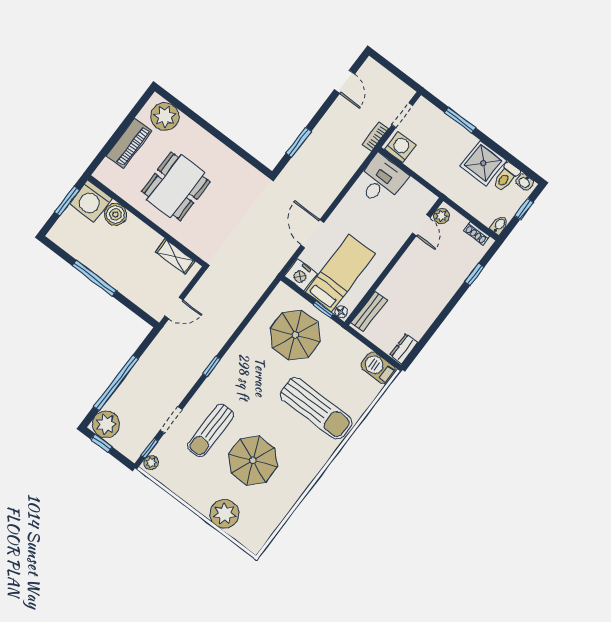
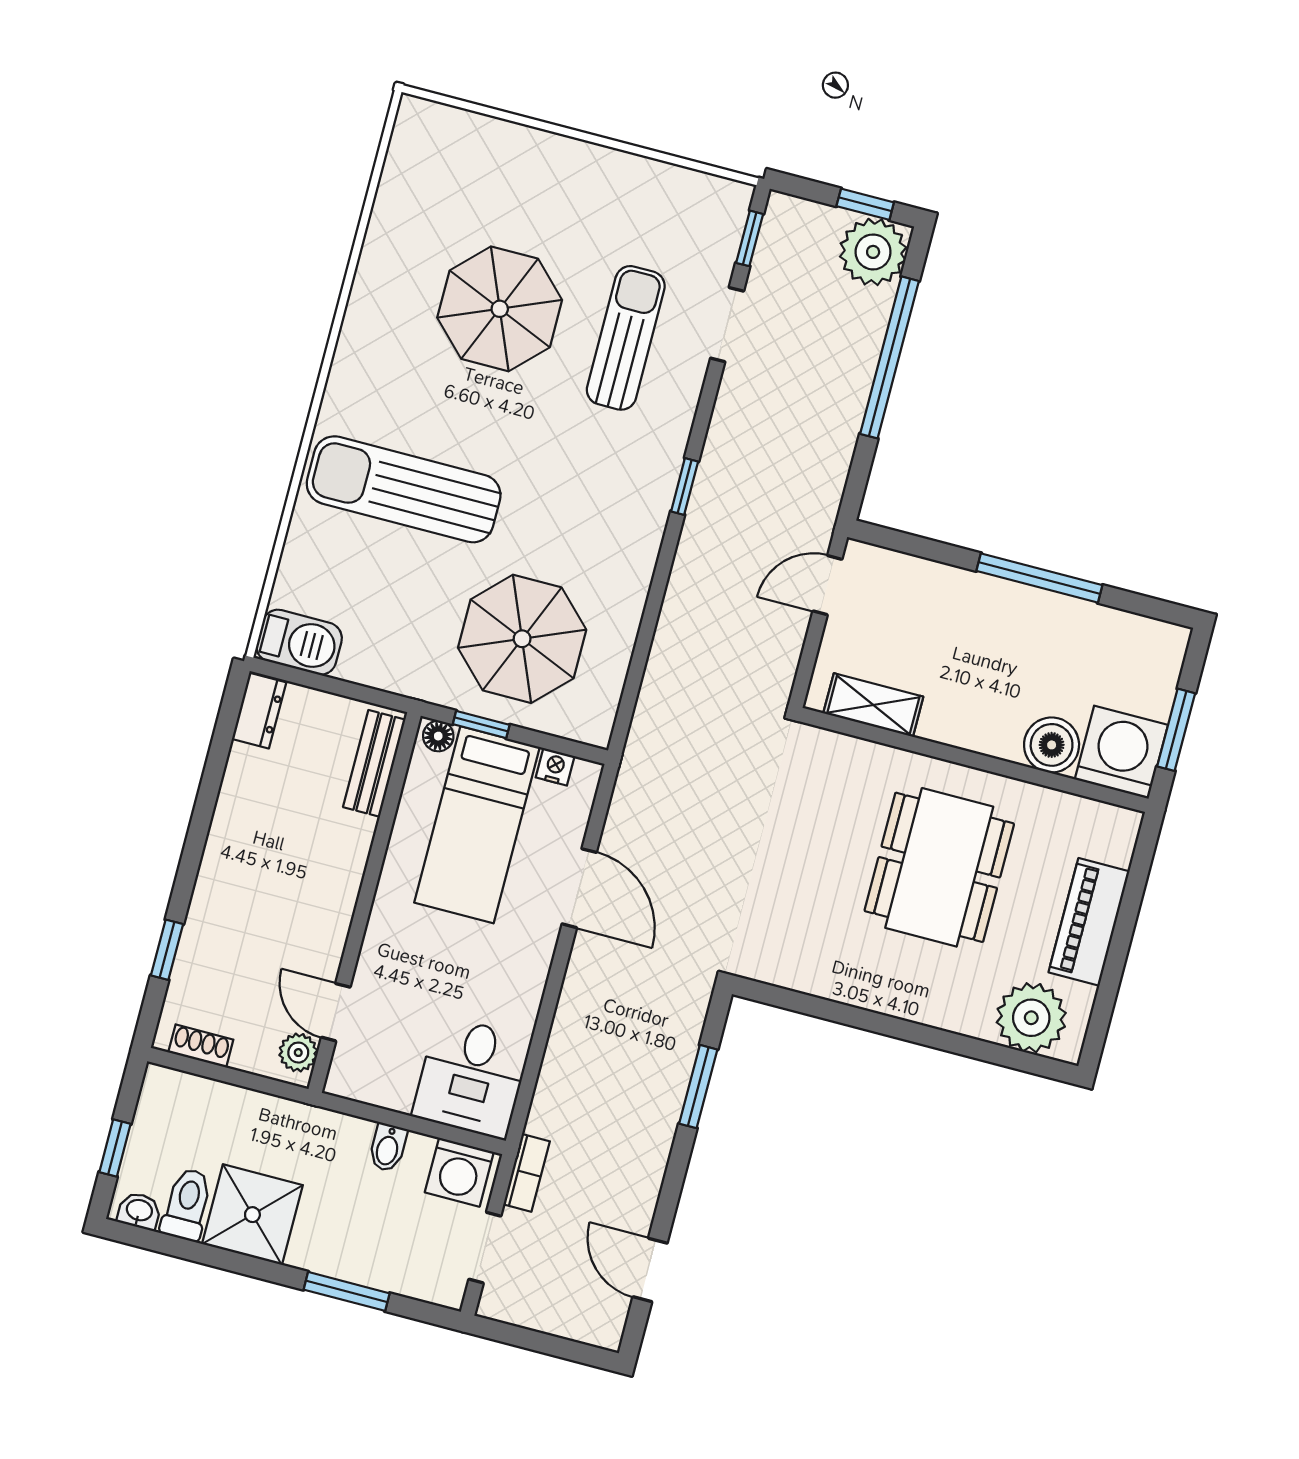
bidet: (499, 225) -> (388, 1147), moved
nightstand: (301, 275) -> (555, 767), width x0.53, depth x0.56
plant: (151, 463) -> (733, 207), removed
plant: (224, 514) -> (514, 159), removed

